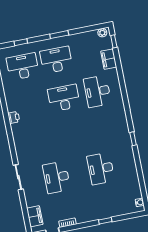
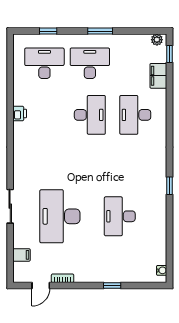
desk: (64, 98) -> (90, 115), turned 90
printer: (14, 117) -> (20, 114), moved
desk: (57, 177) -> (60, 216), width x1.36, depth x1.30
filing cabinet: (35, 216) -> (22, 255), width x0.50

